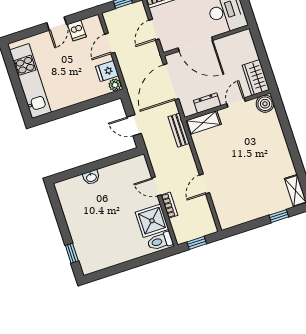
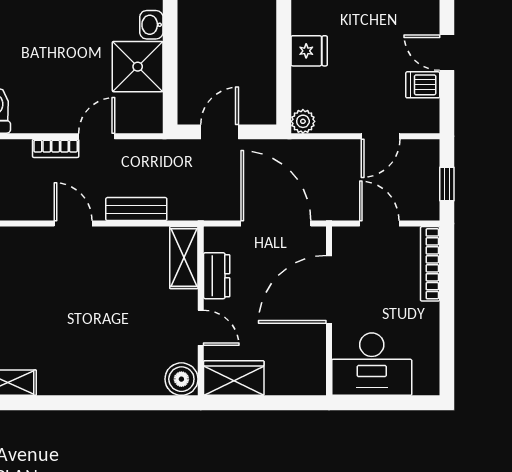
door: (110, 43) -> (381, 136), swing flipped
fridge: (107, 71) -> (309, 51), moved, turned 90
bench: (179, 130) -> (136, 209), moved
shower: (152, 221) -> (138, 67), moved

